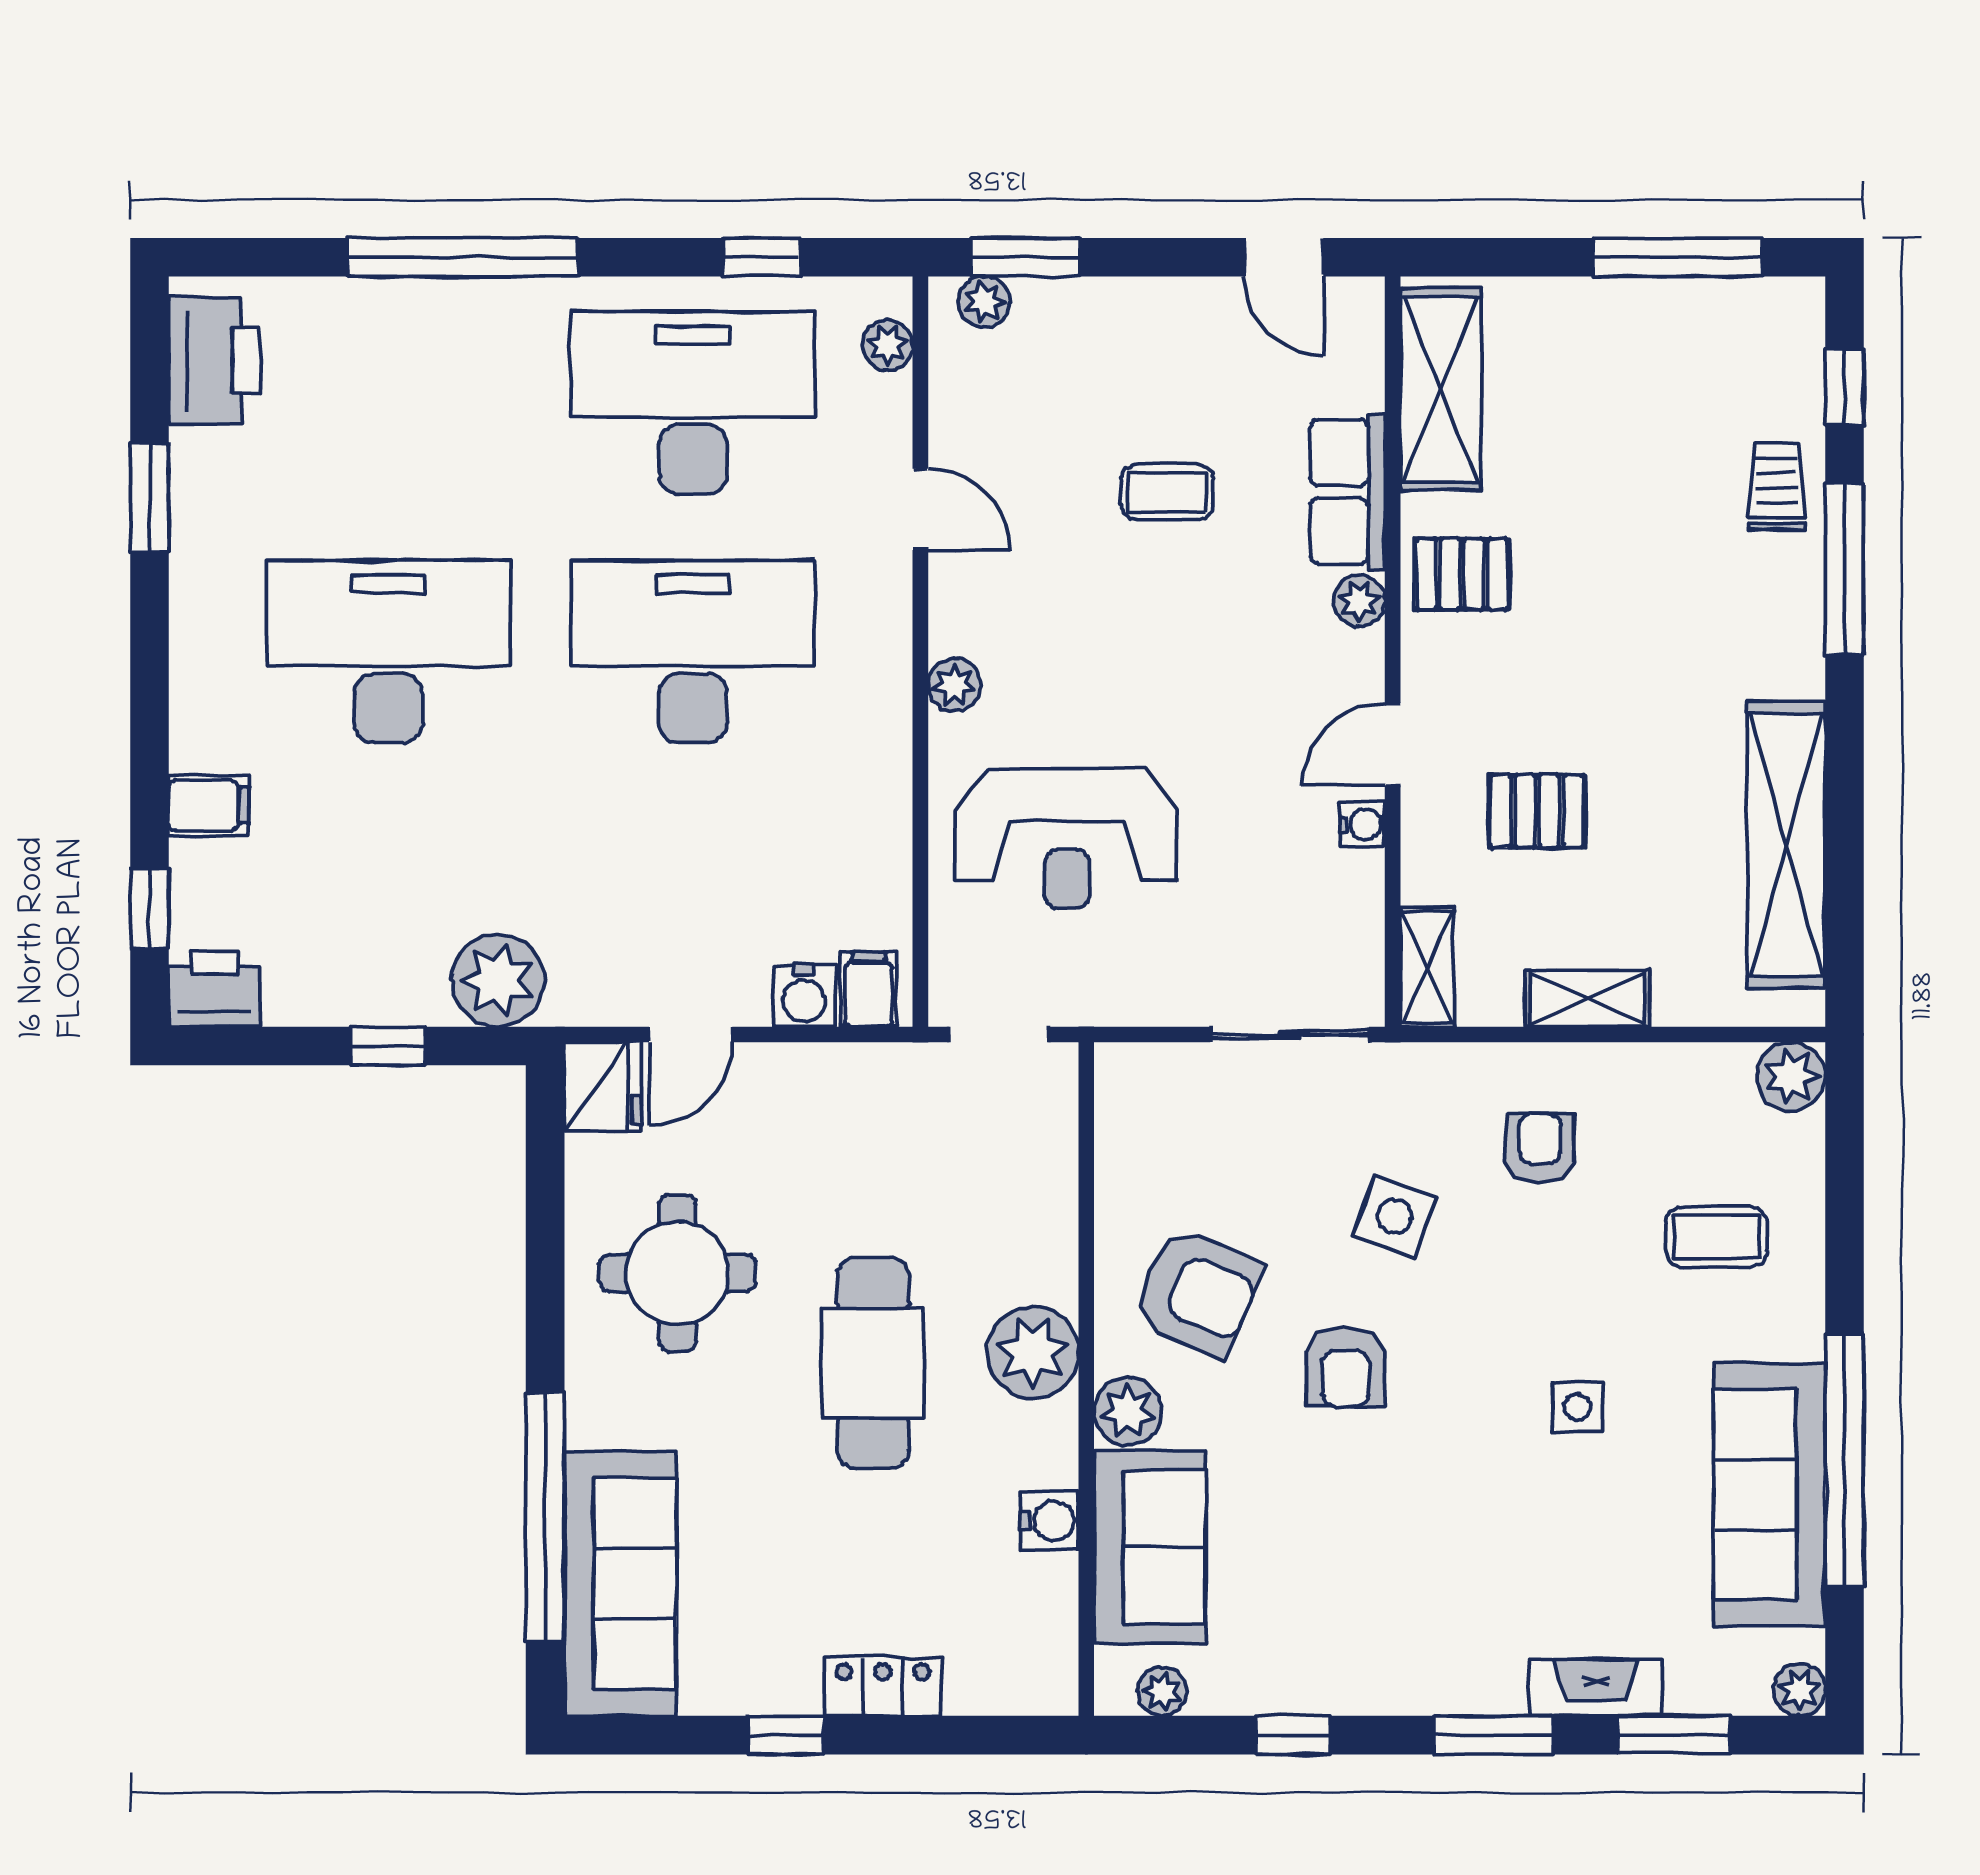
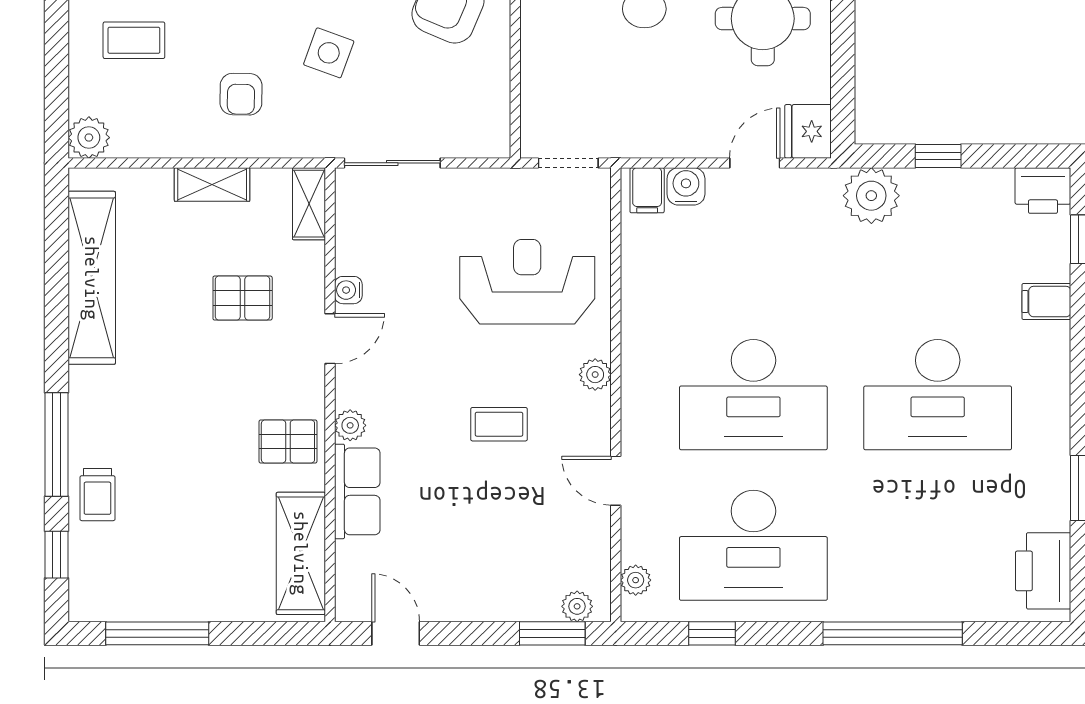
coffee table: (1167, 492) -> (499, 424), moved

